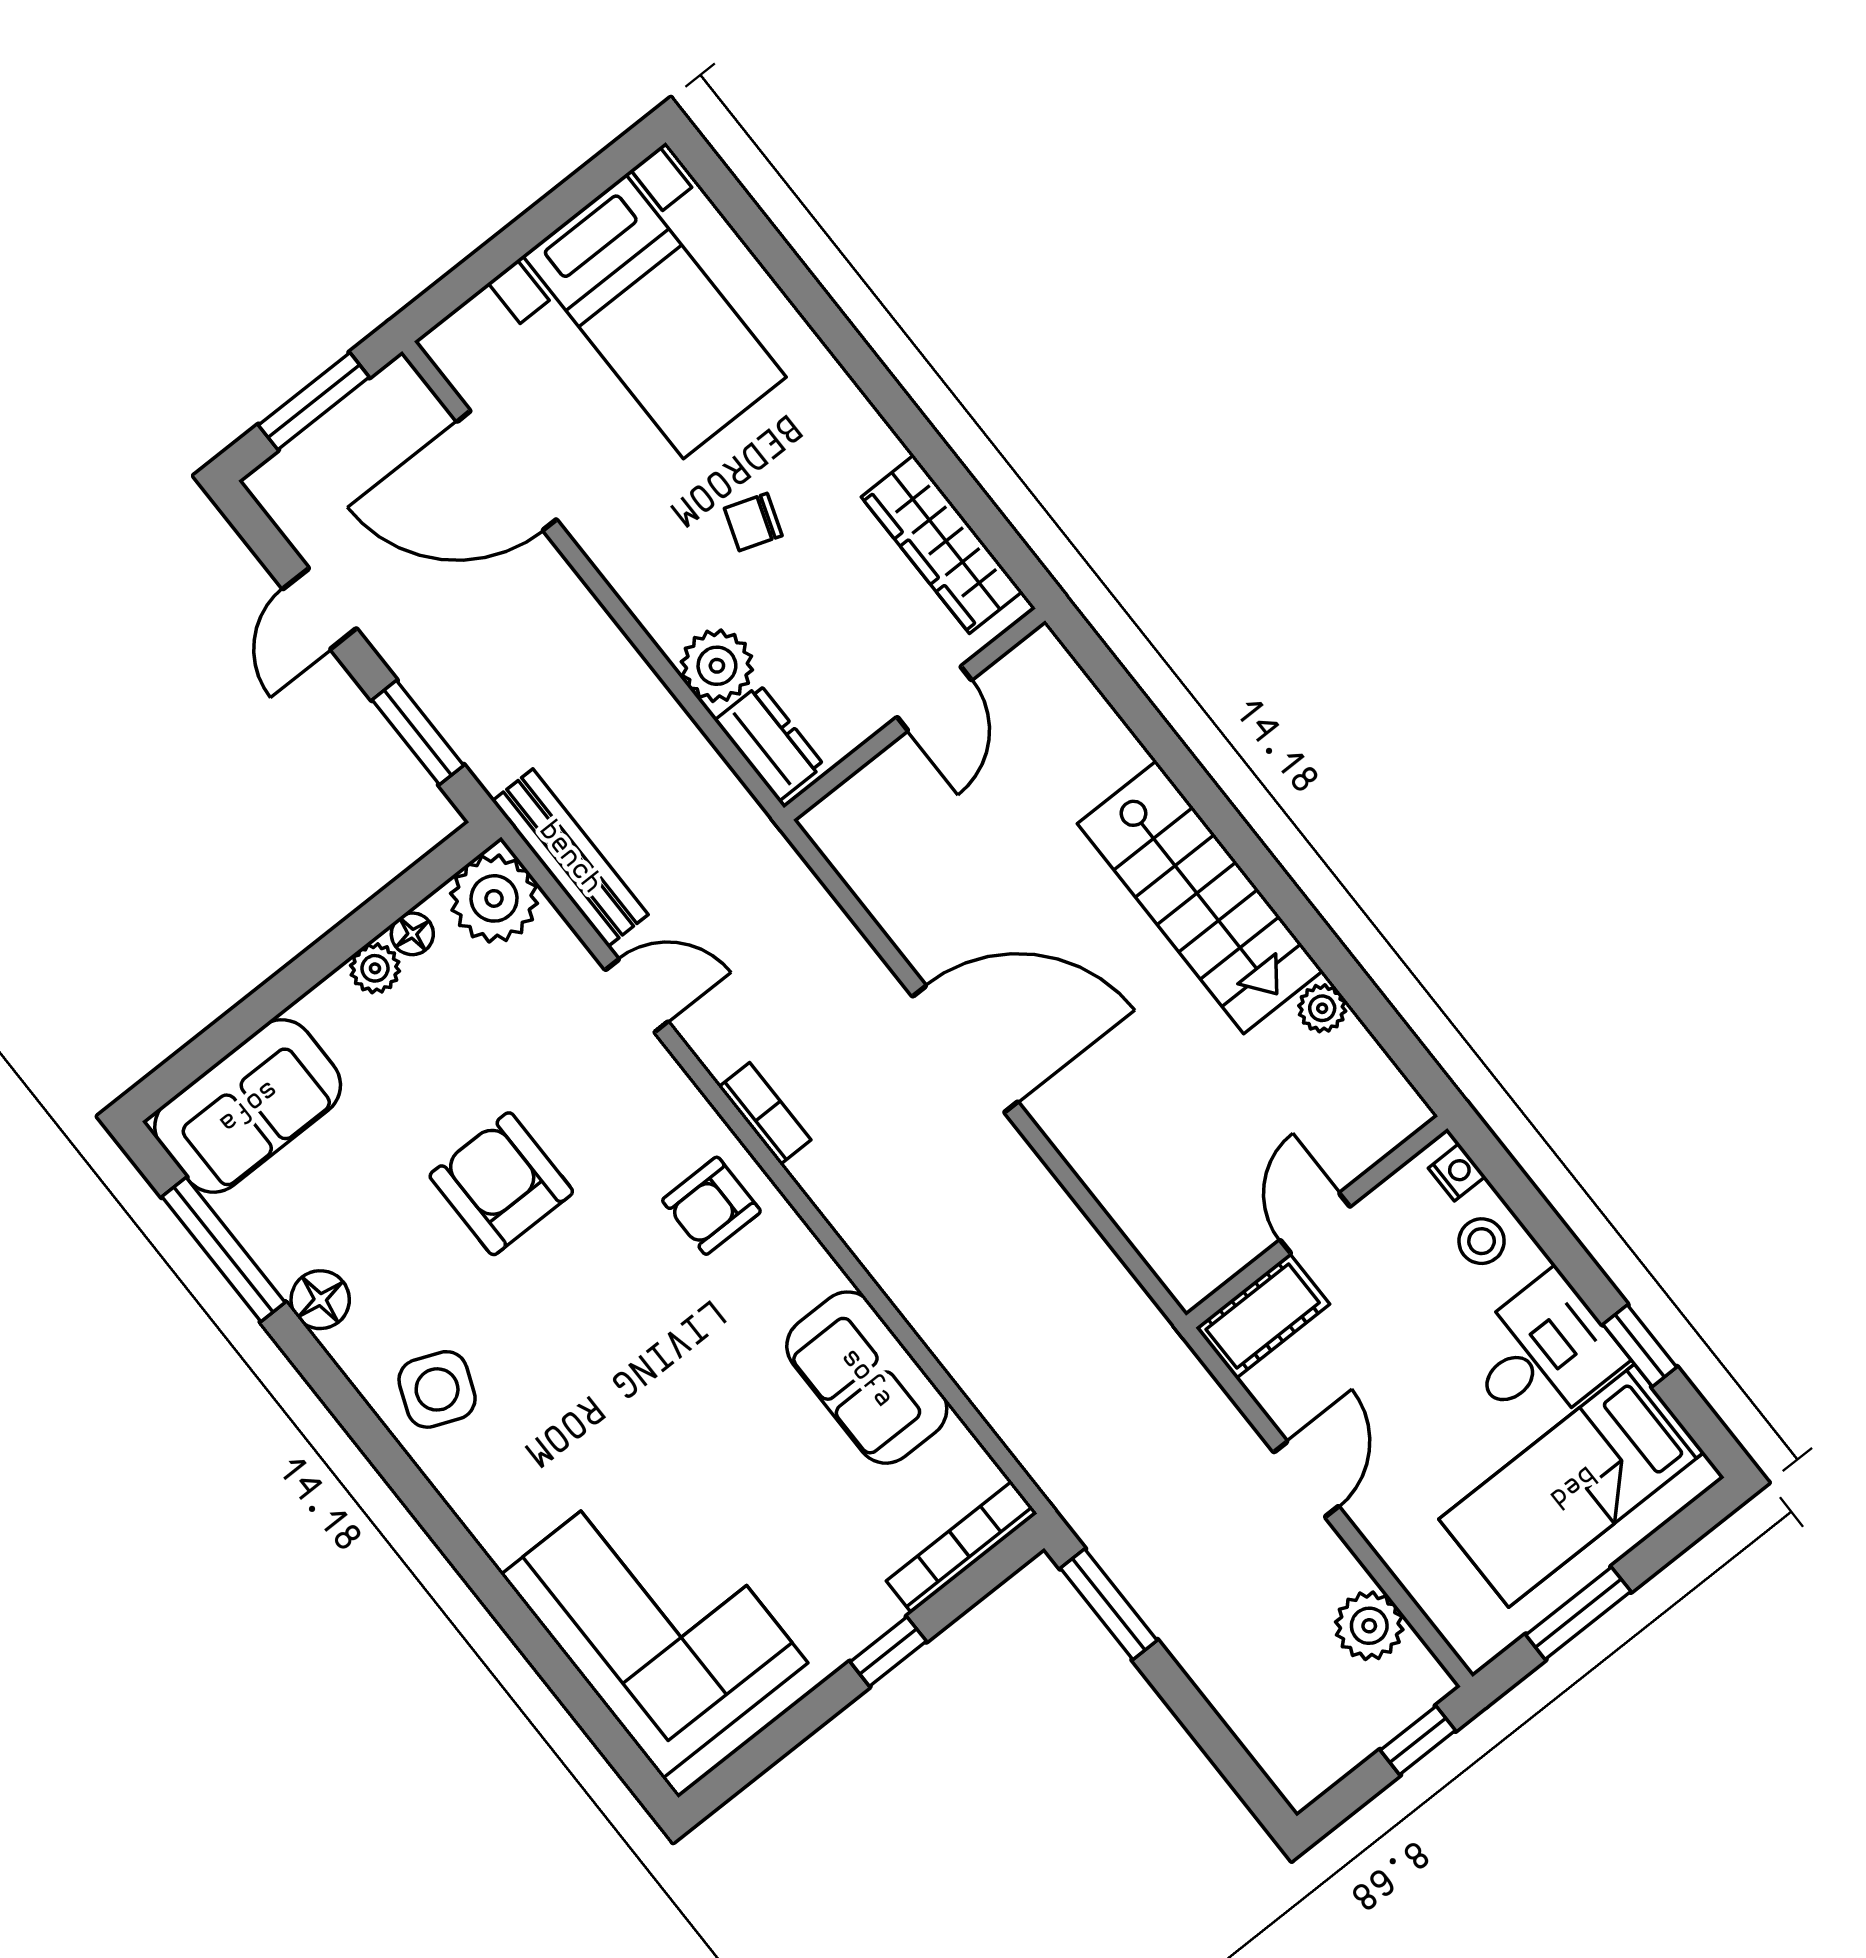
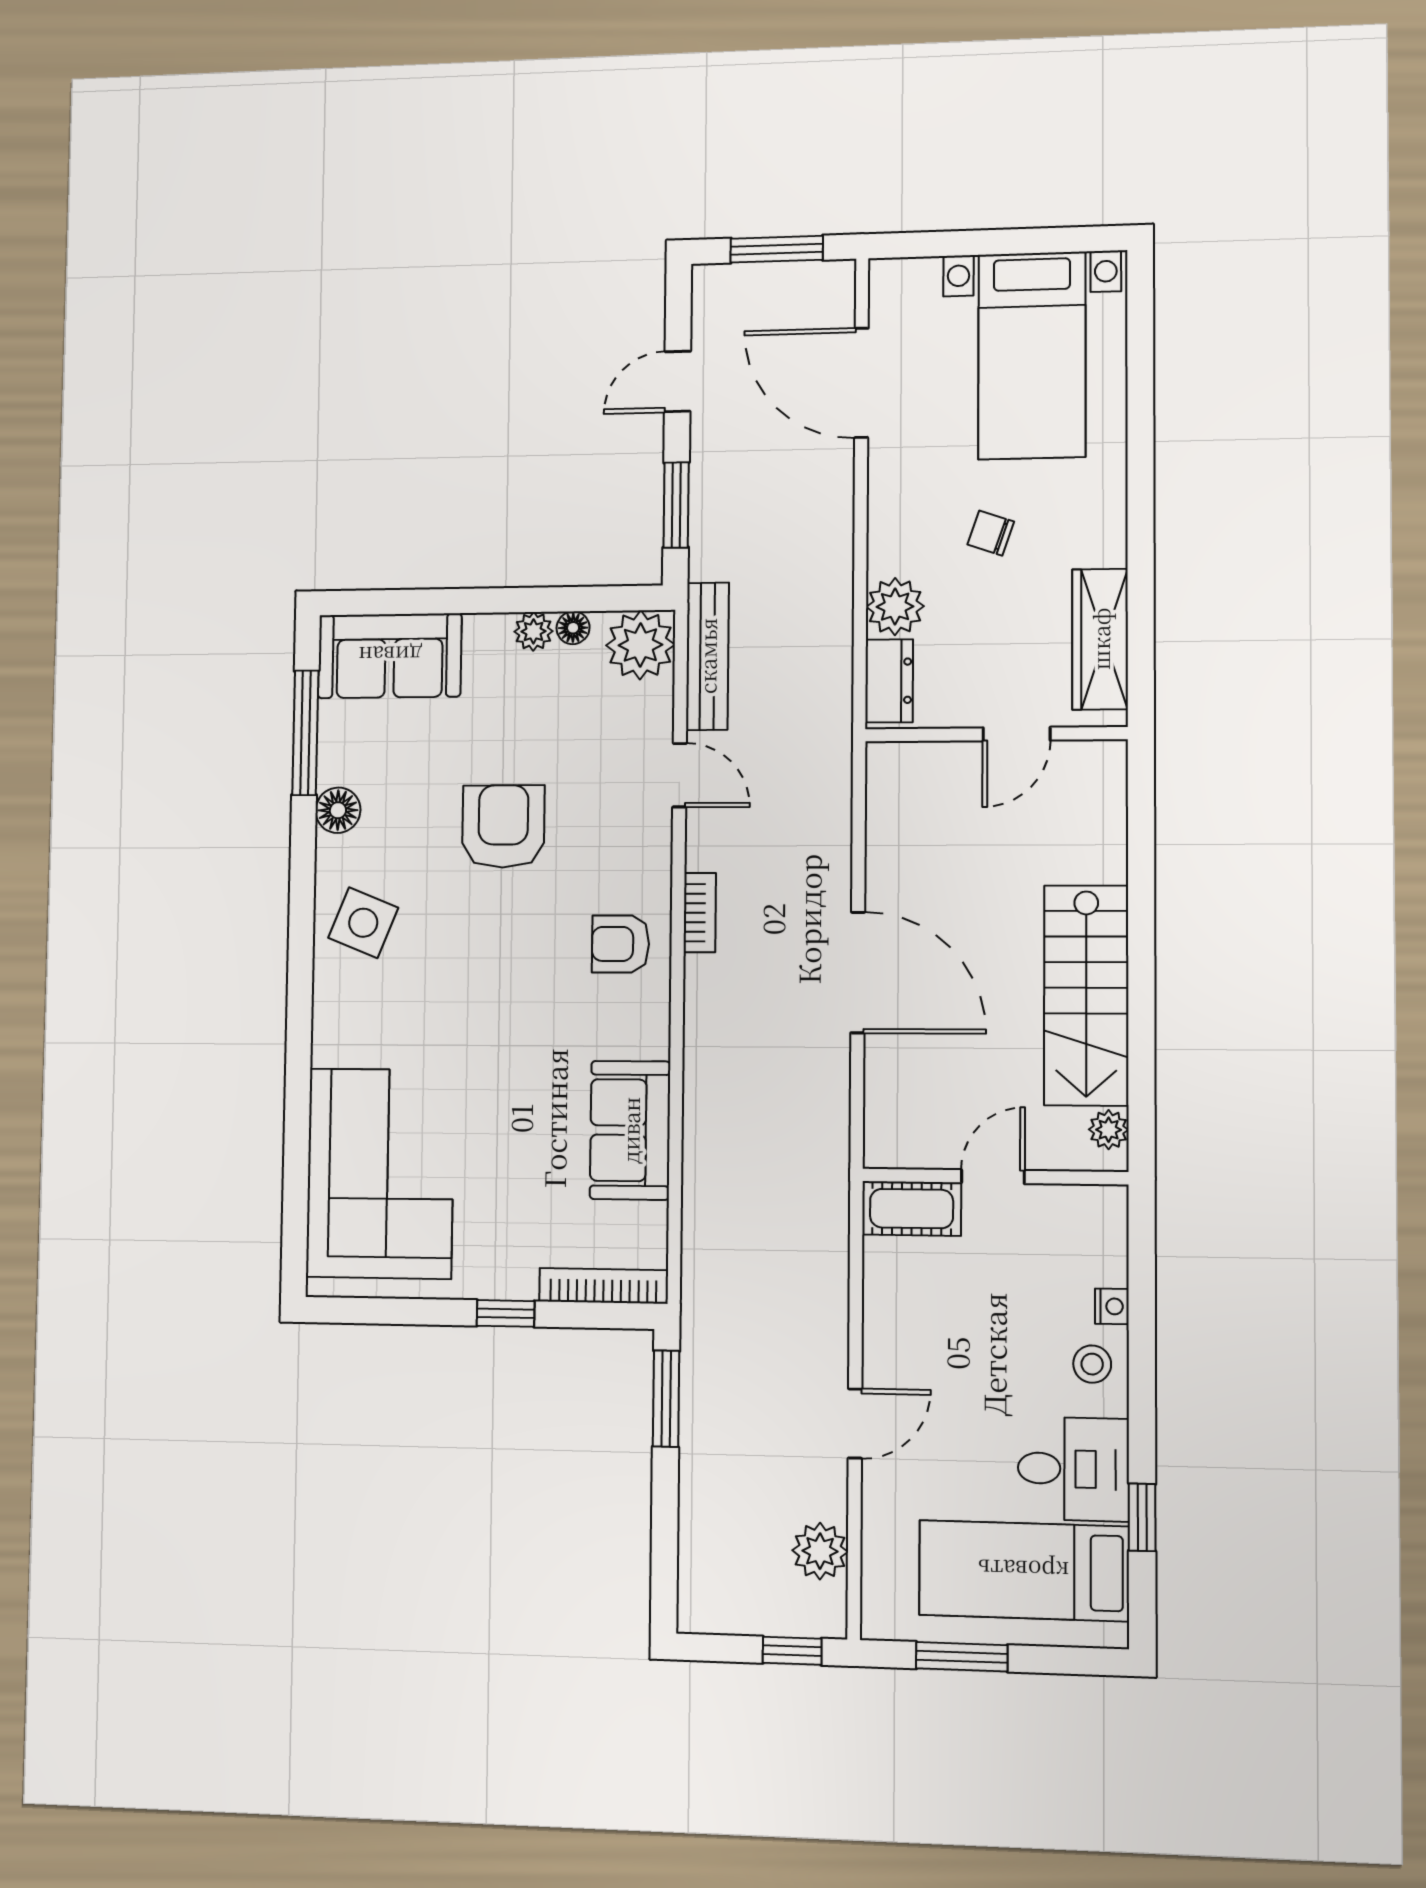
wall: (1317, 1222) -> (995, 1177), moved
door: (1315, 1223) -> (993, 1177), moved
cot: (1263, 1316) -> (912, 1209), moved

